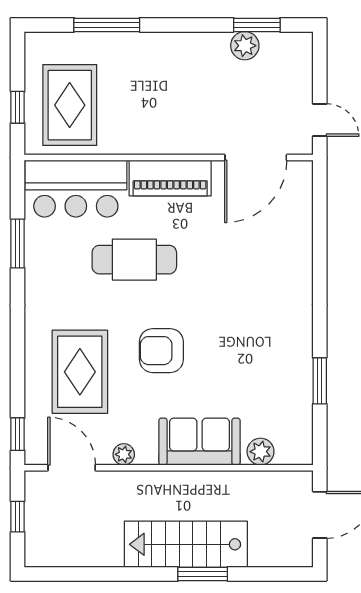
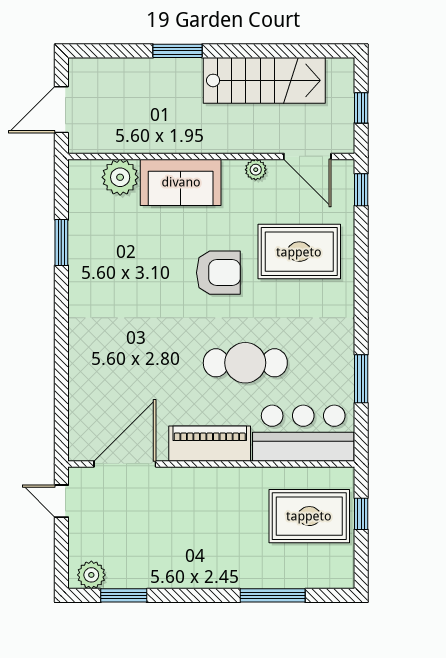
plant: (245, 46) -> (91, 575), moved
rug: (70, 105) -> (309, 516), turned 90
rug: (80, 372) -> (299, 252), turned 90
plant: (261, 452) -> (120, 177), width x1.36, depth x1.36
stairs: (186, 544) -> (264, 80), moved

